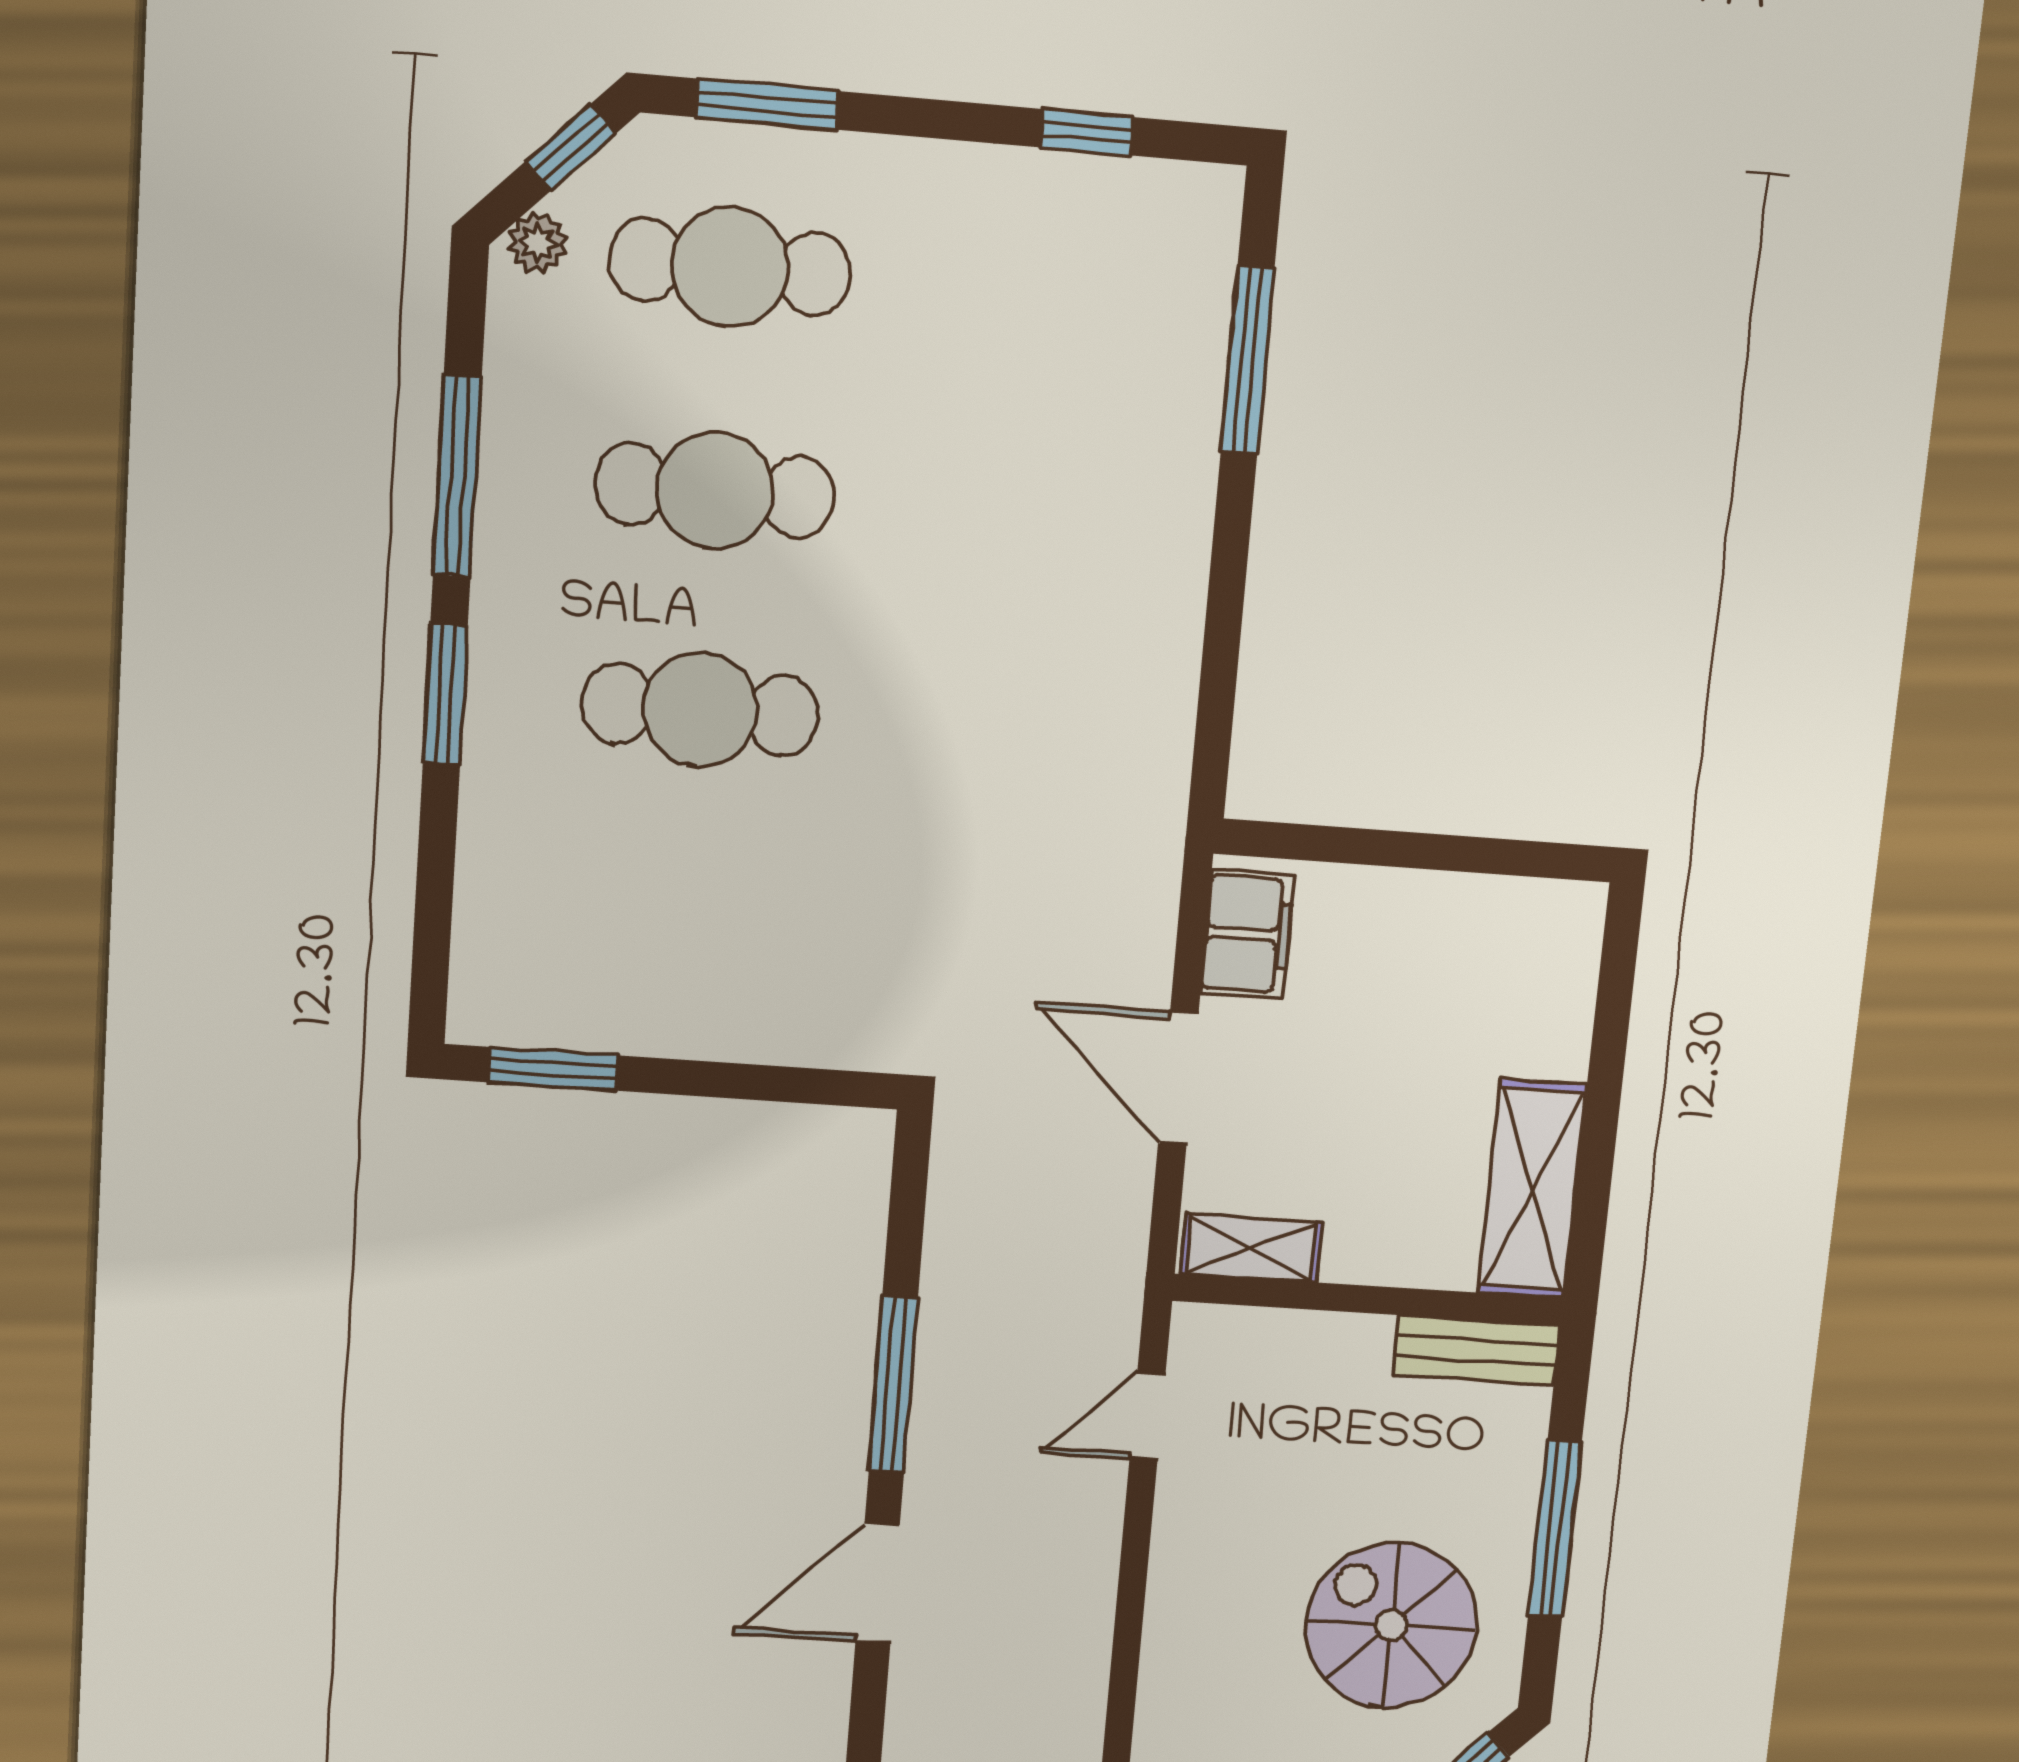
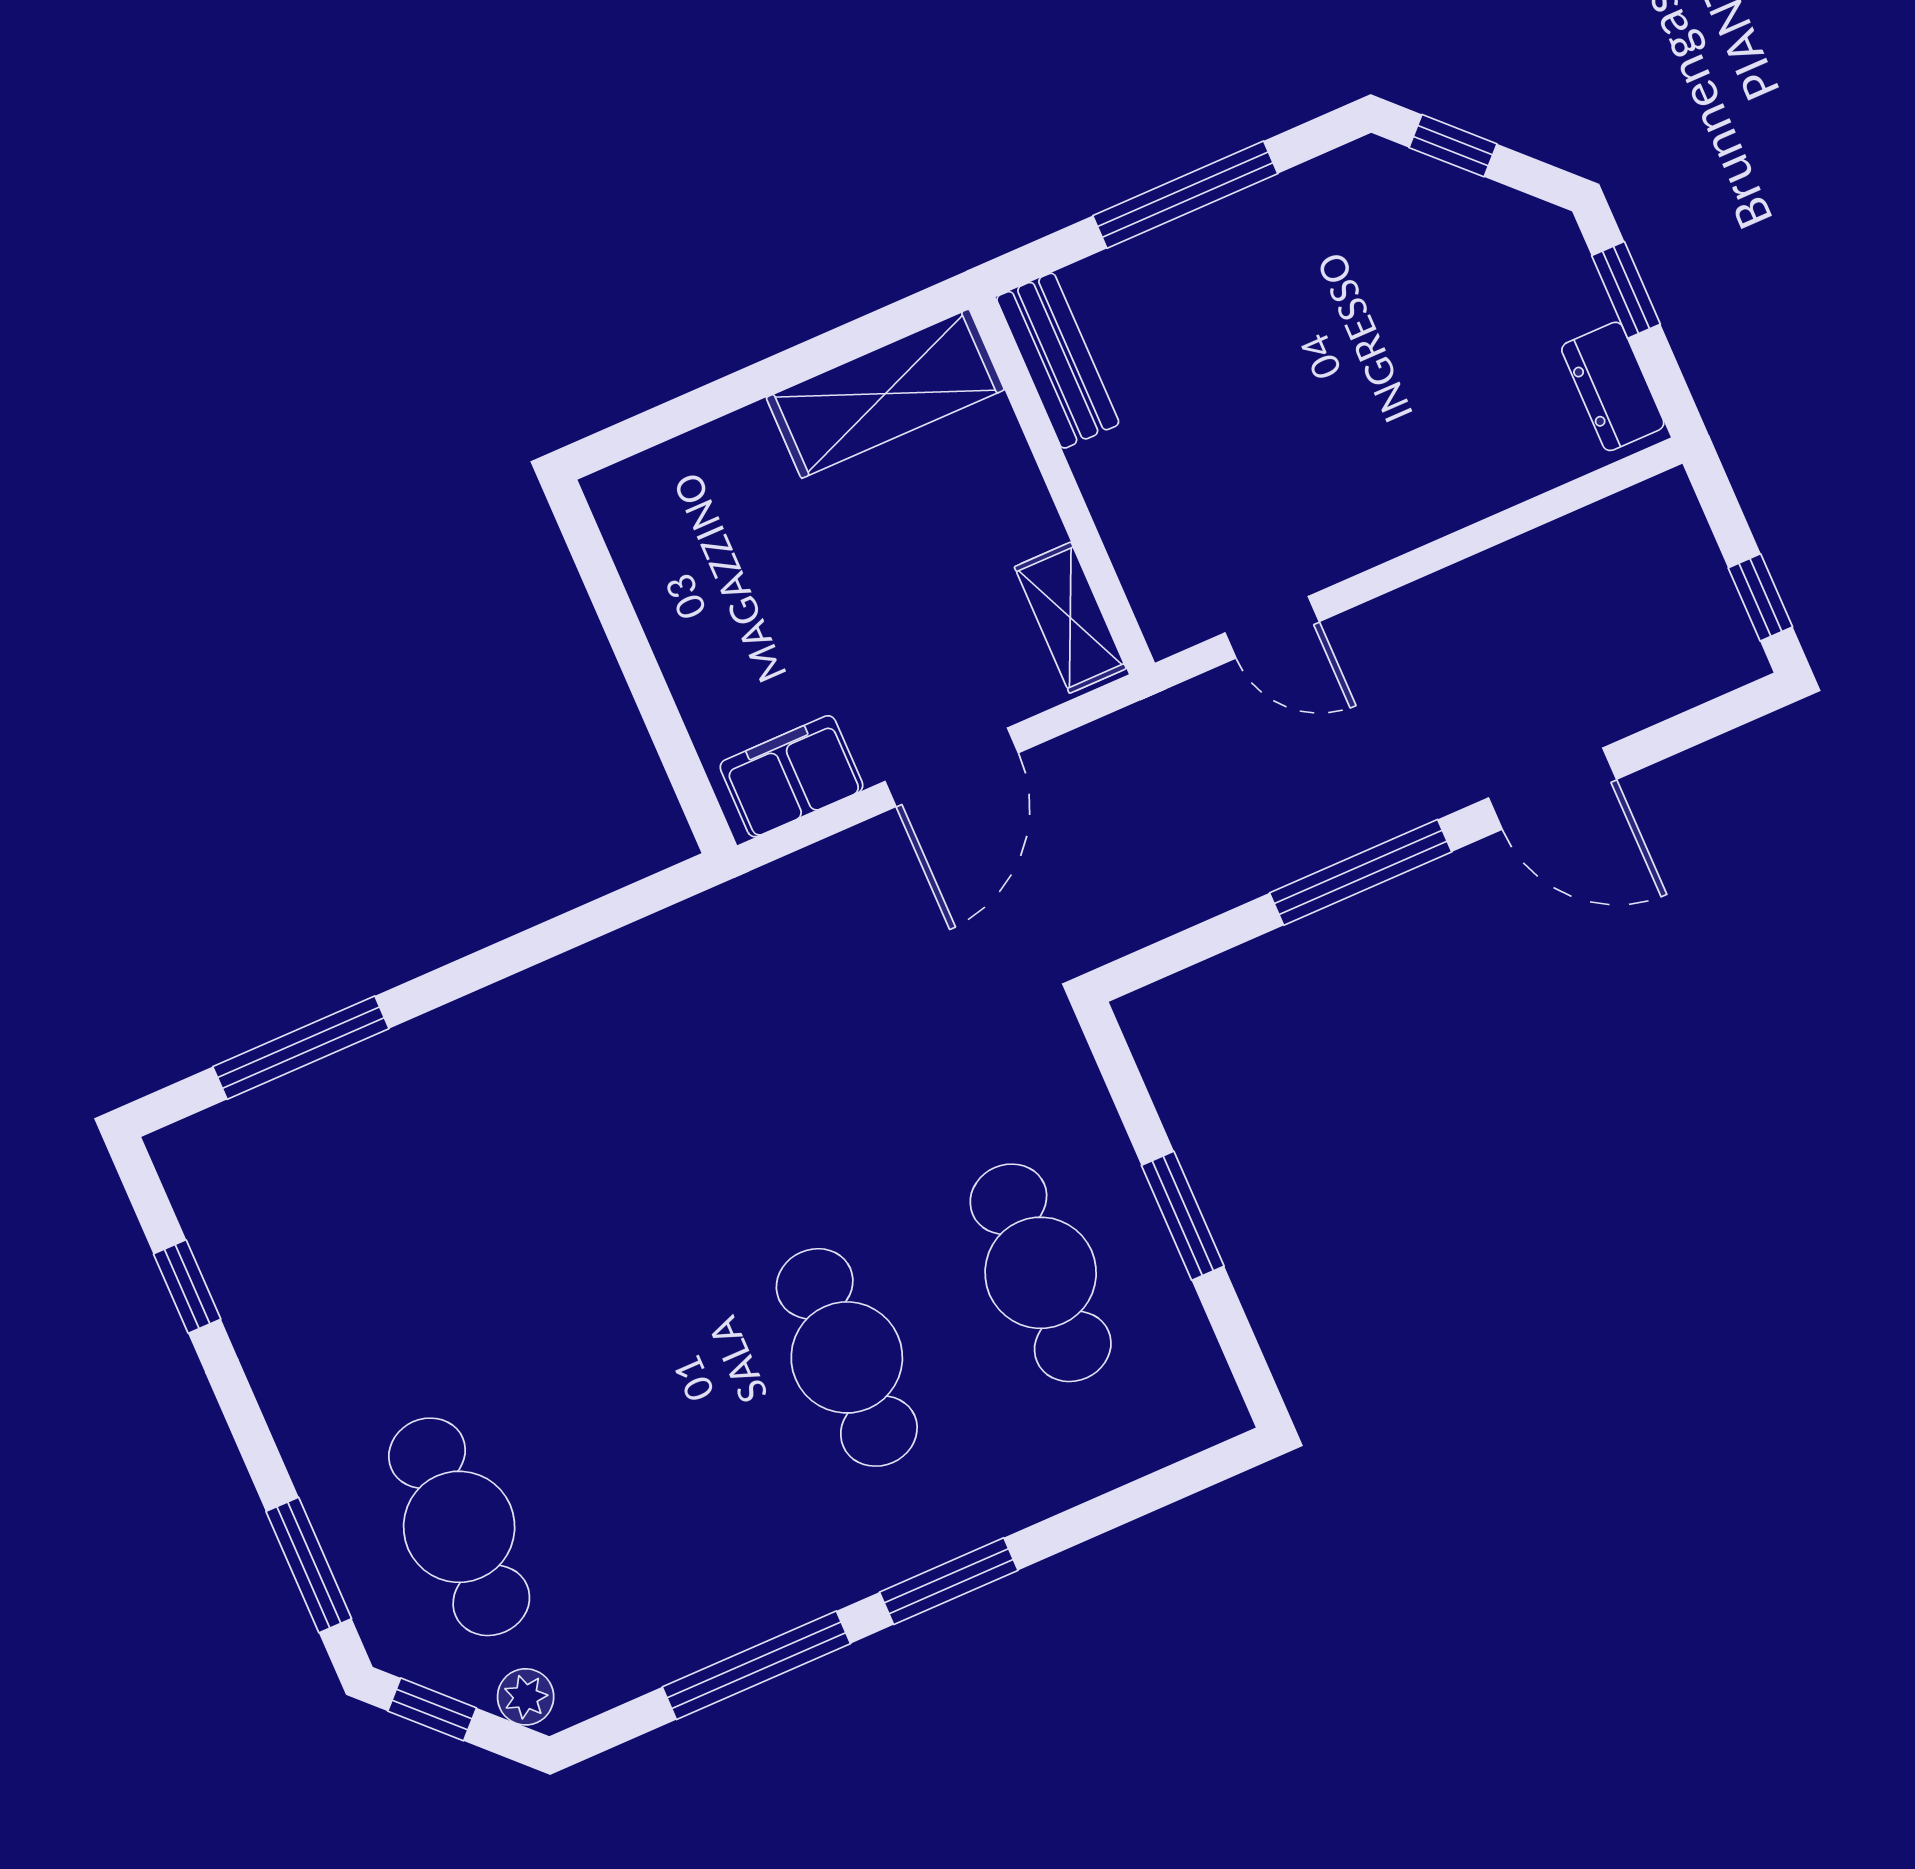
cafe table: (715, 490) -> (1041, 1273), moved
window: (553, 1069) -> (1183, 1216), moved
spiral stairs: (1391, 1625) -> (1353, 295), removed

